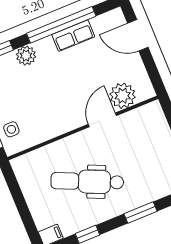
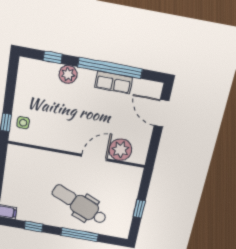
dental chair: (87, 181) -> (79, 204), moved
window: (141, 212) -> (80, 235), width x1.44

